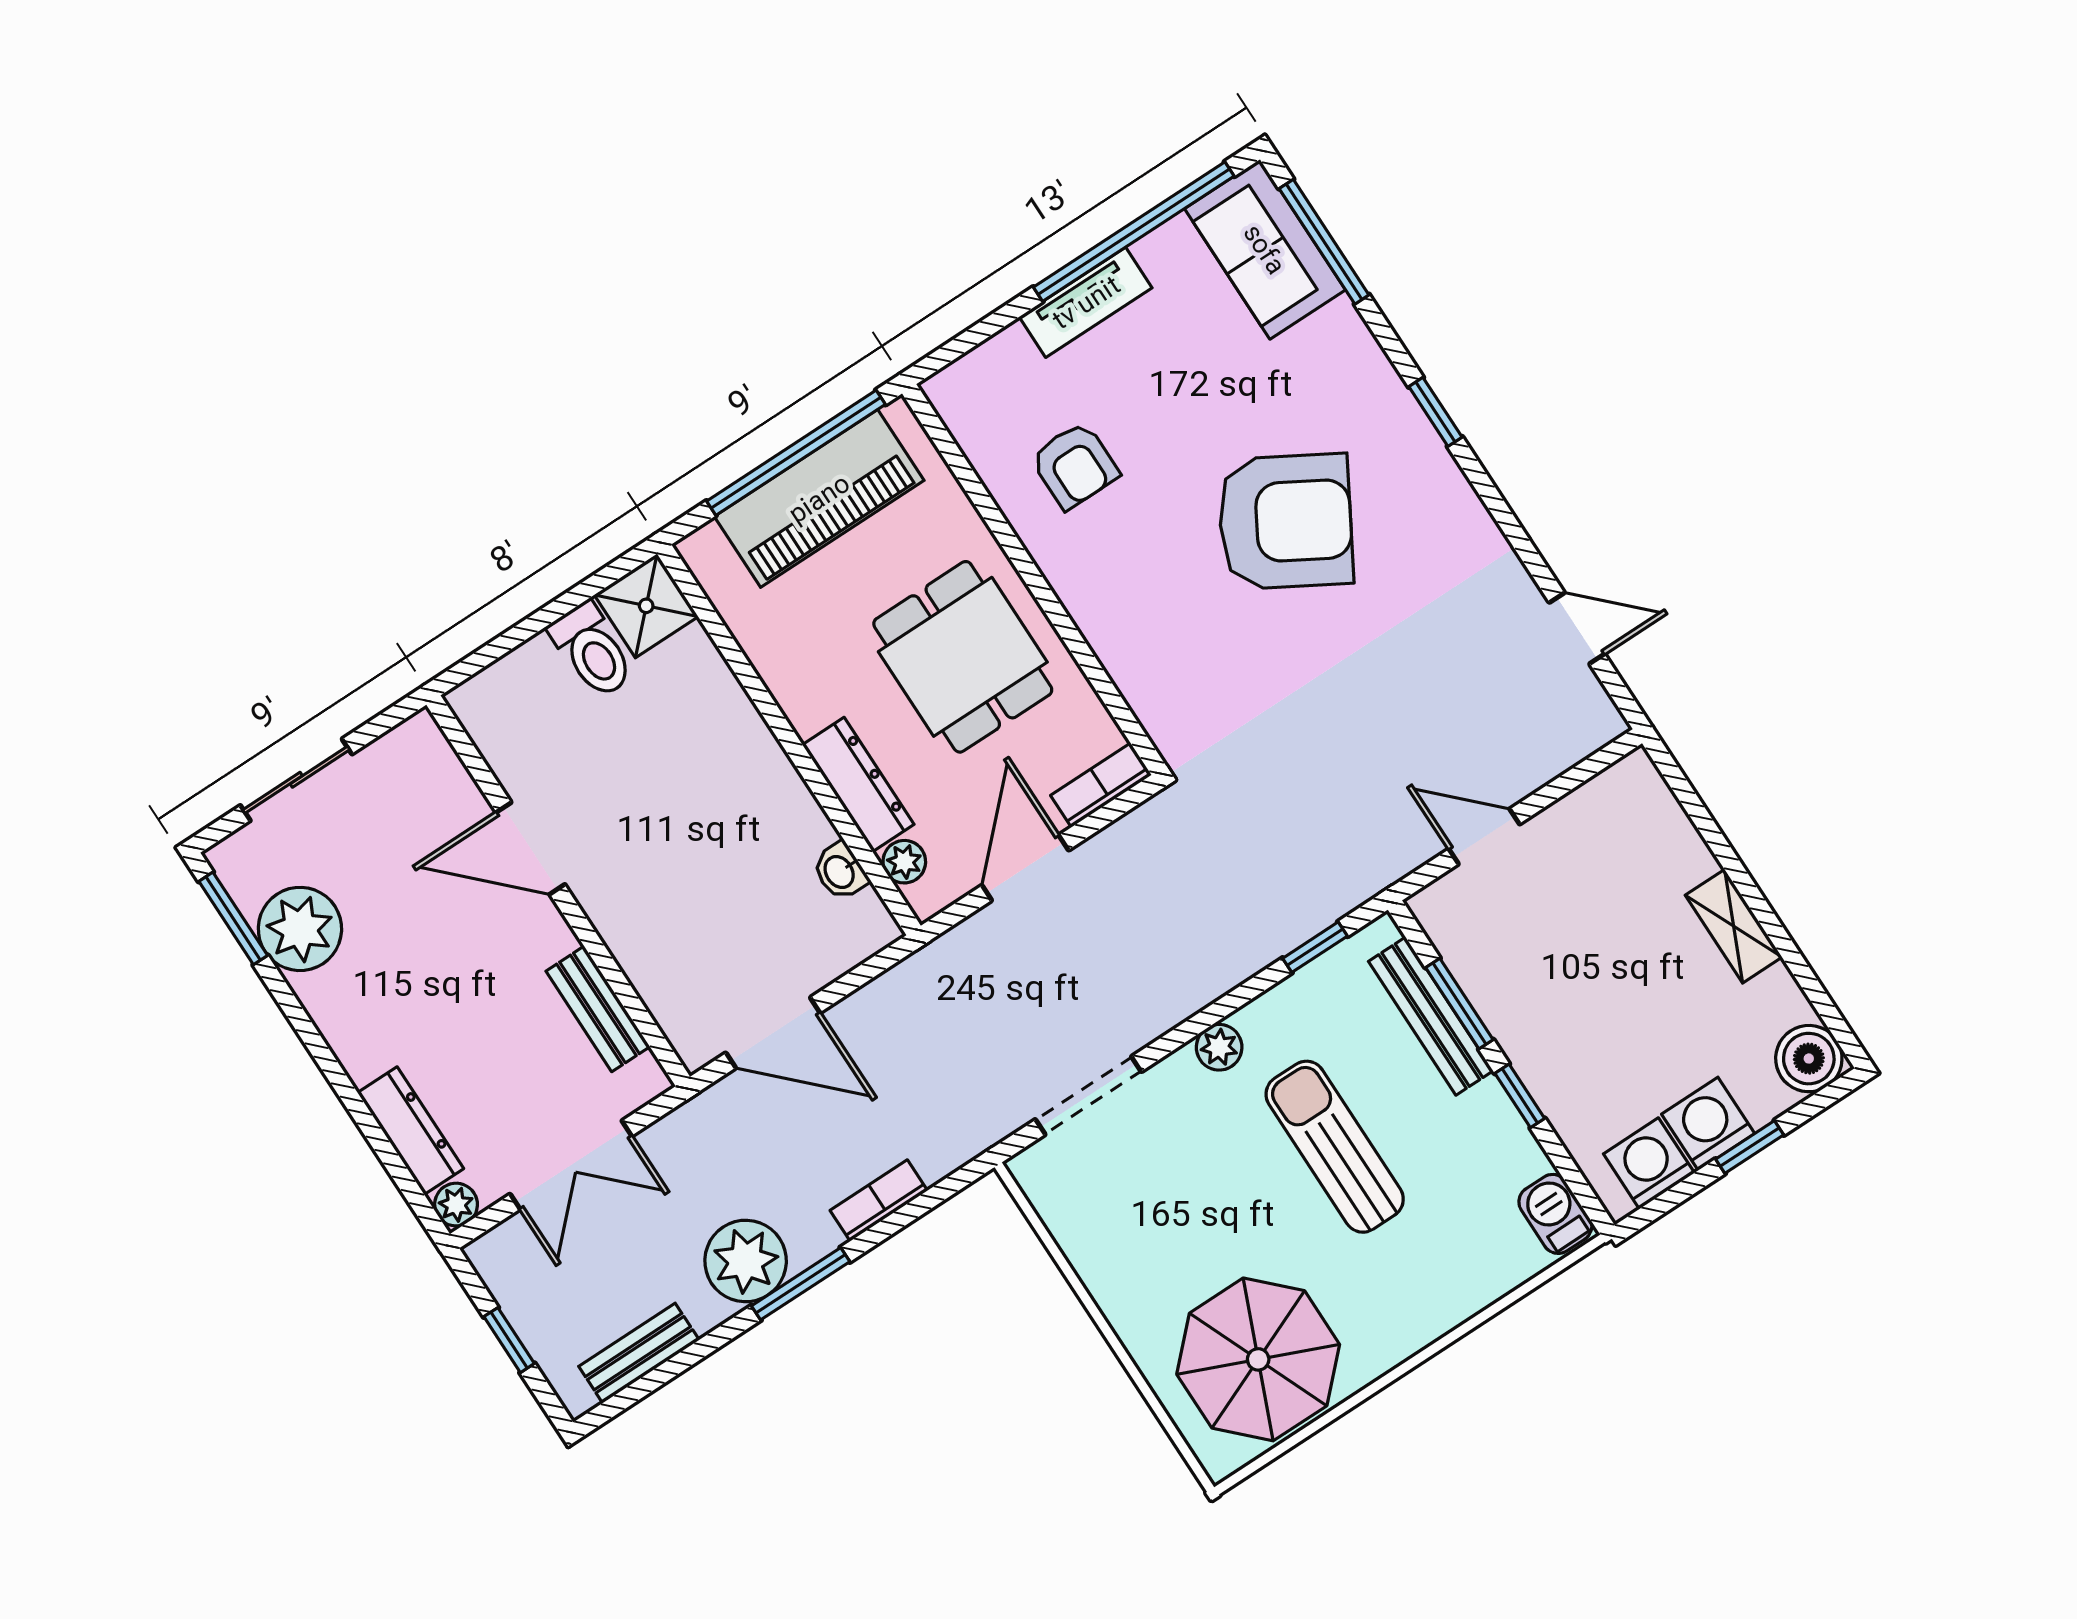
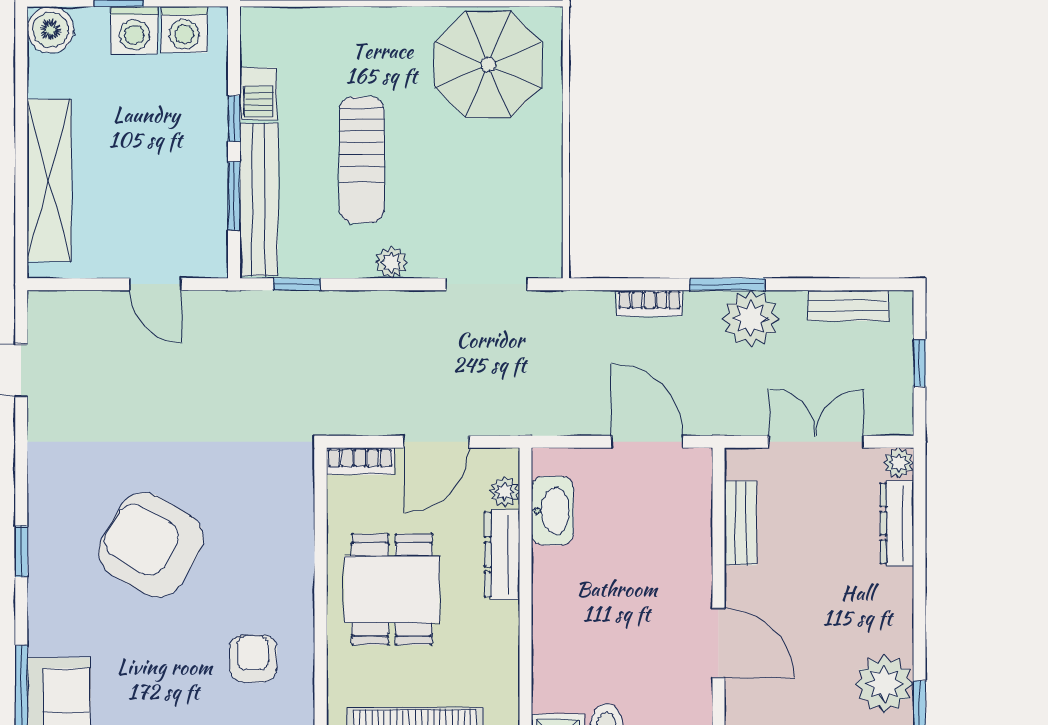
washbasin: (840, 871) -> (552, 511), width x1.91, depth x1.45
shelving: (1734, 926) -> (49, 180), width x2.20, depth x1.33
bench: (1431, 1016) -> (259, 199), width x1.37, depth x1.21
barbecue: (1555, 1214) -> (258, 94), moved

